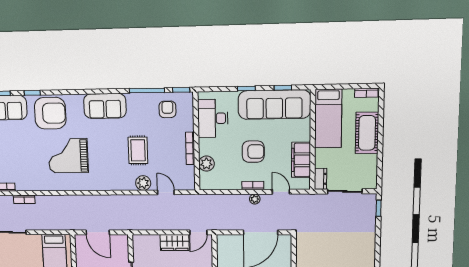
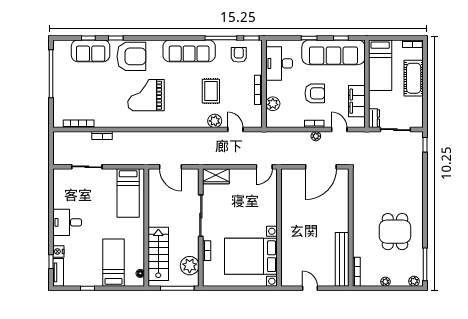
sofa: (105, 106) -> (189, 51), width x1.36
wardrobe: (175, 243) -> (216, 176), moved

